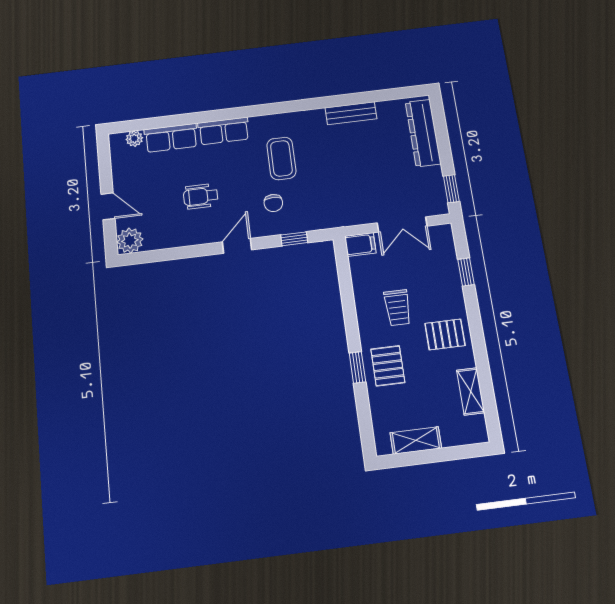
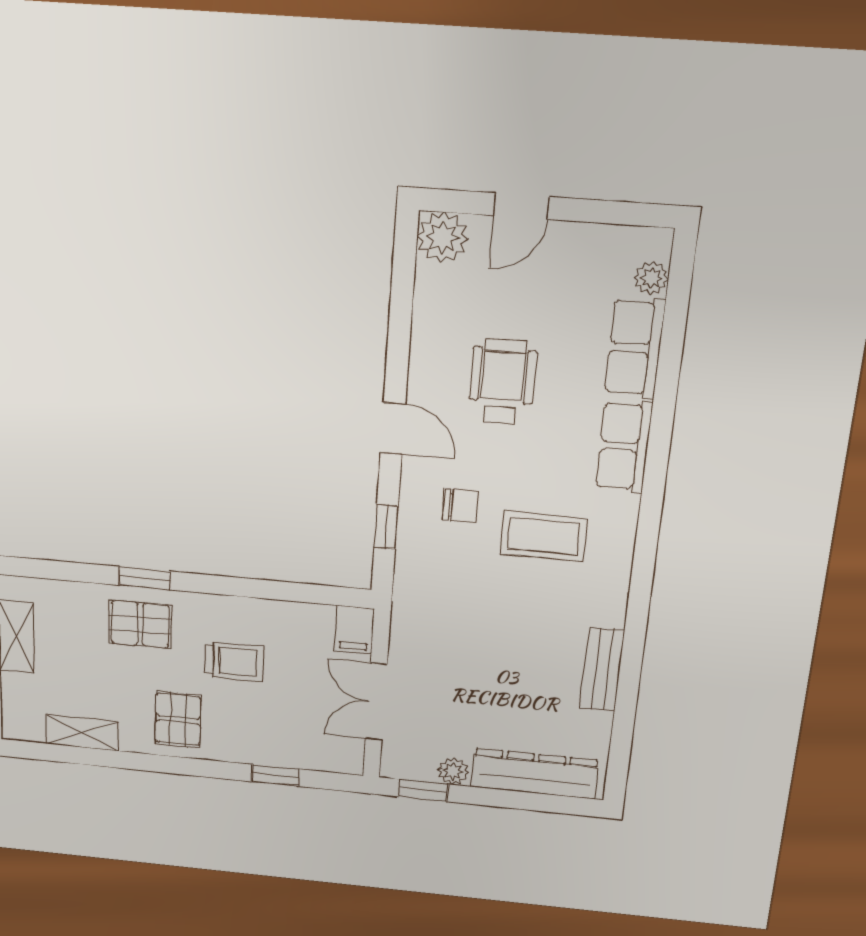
plant: (434, 175) -> (453, 771), added
wheelchair: (201, 196) -> (502, 382), width x1.36, depth x1.37
chair: (273, 203) -> (461, 506), turned 180
trolley: (398, 308) -> (234, 661), turned 180

